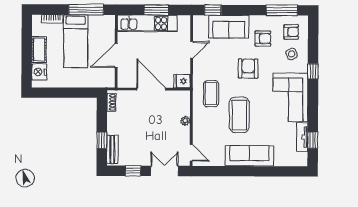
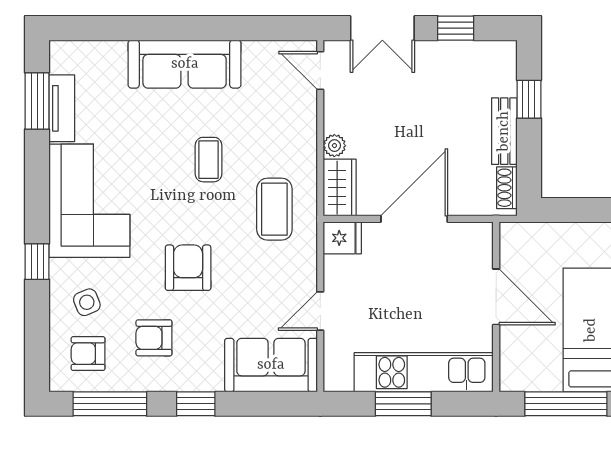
window: (213, 10) -> (196, 404), moved
sofa: (229, 27) -> (271, 365), moved
door: (116, 56) -> (496, 297), hinge flipped
armchair: (248, 69) -> (188, 268), turned 180
door: (151, 89) -> (414, 219), swing flipped
wardrobe: (183, 103) -> (340, 188), added
coffee table: (239, 115) -> (209, 160), width x0.54, depth x0.58
window: (313, 140) -> (37, 101), width x1.50
bench: (112, 149) -> (504, 131), moved

